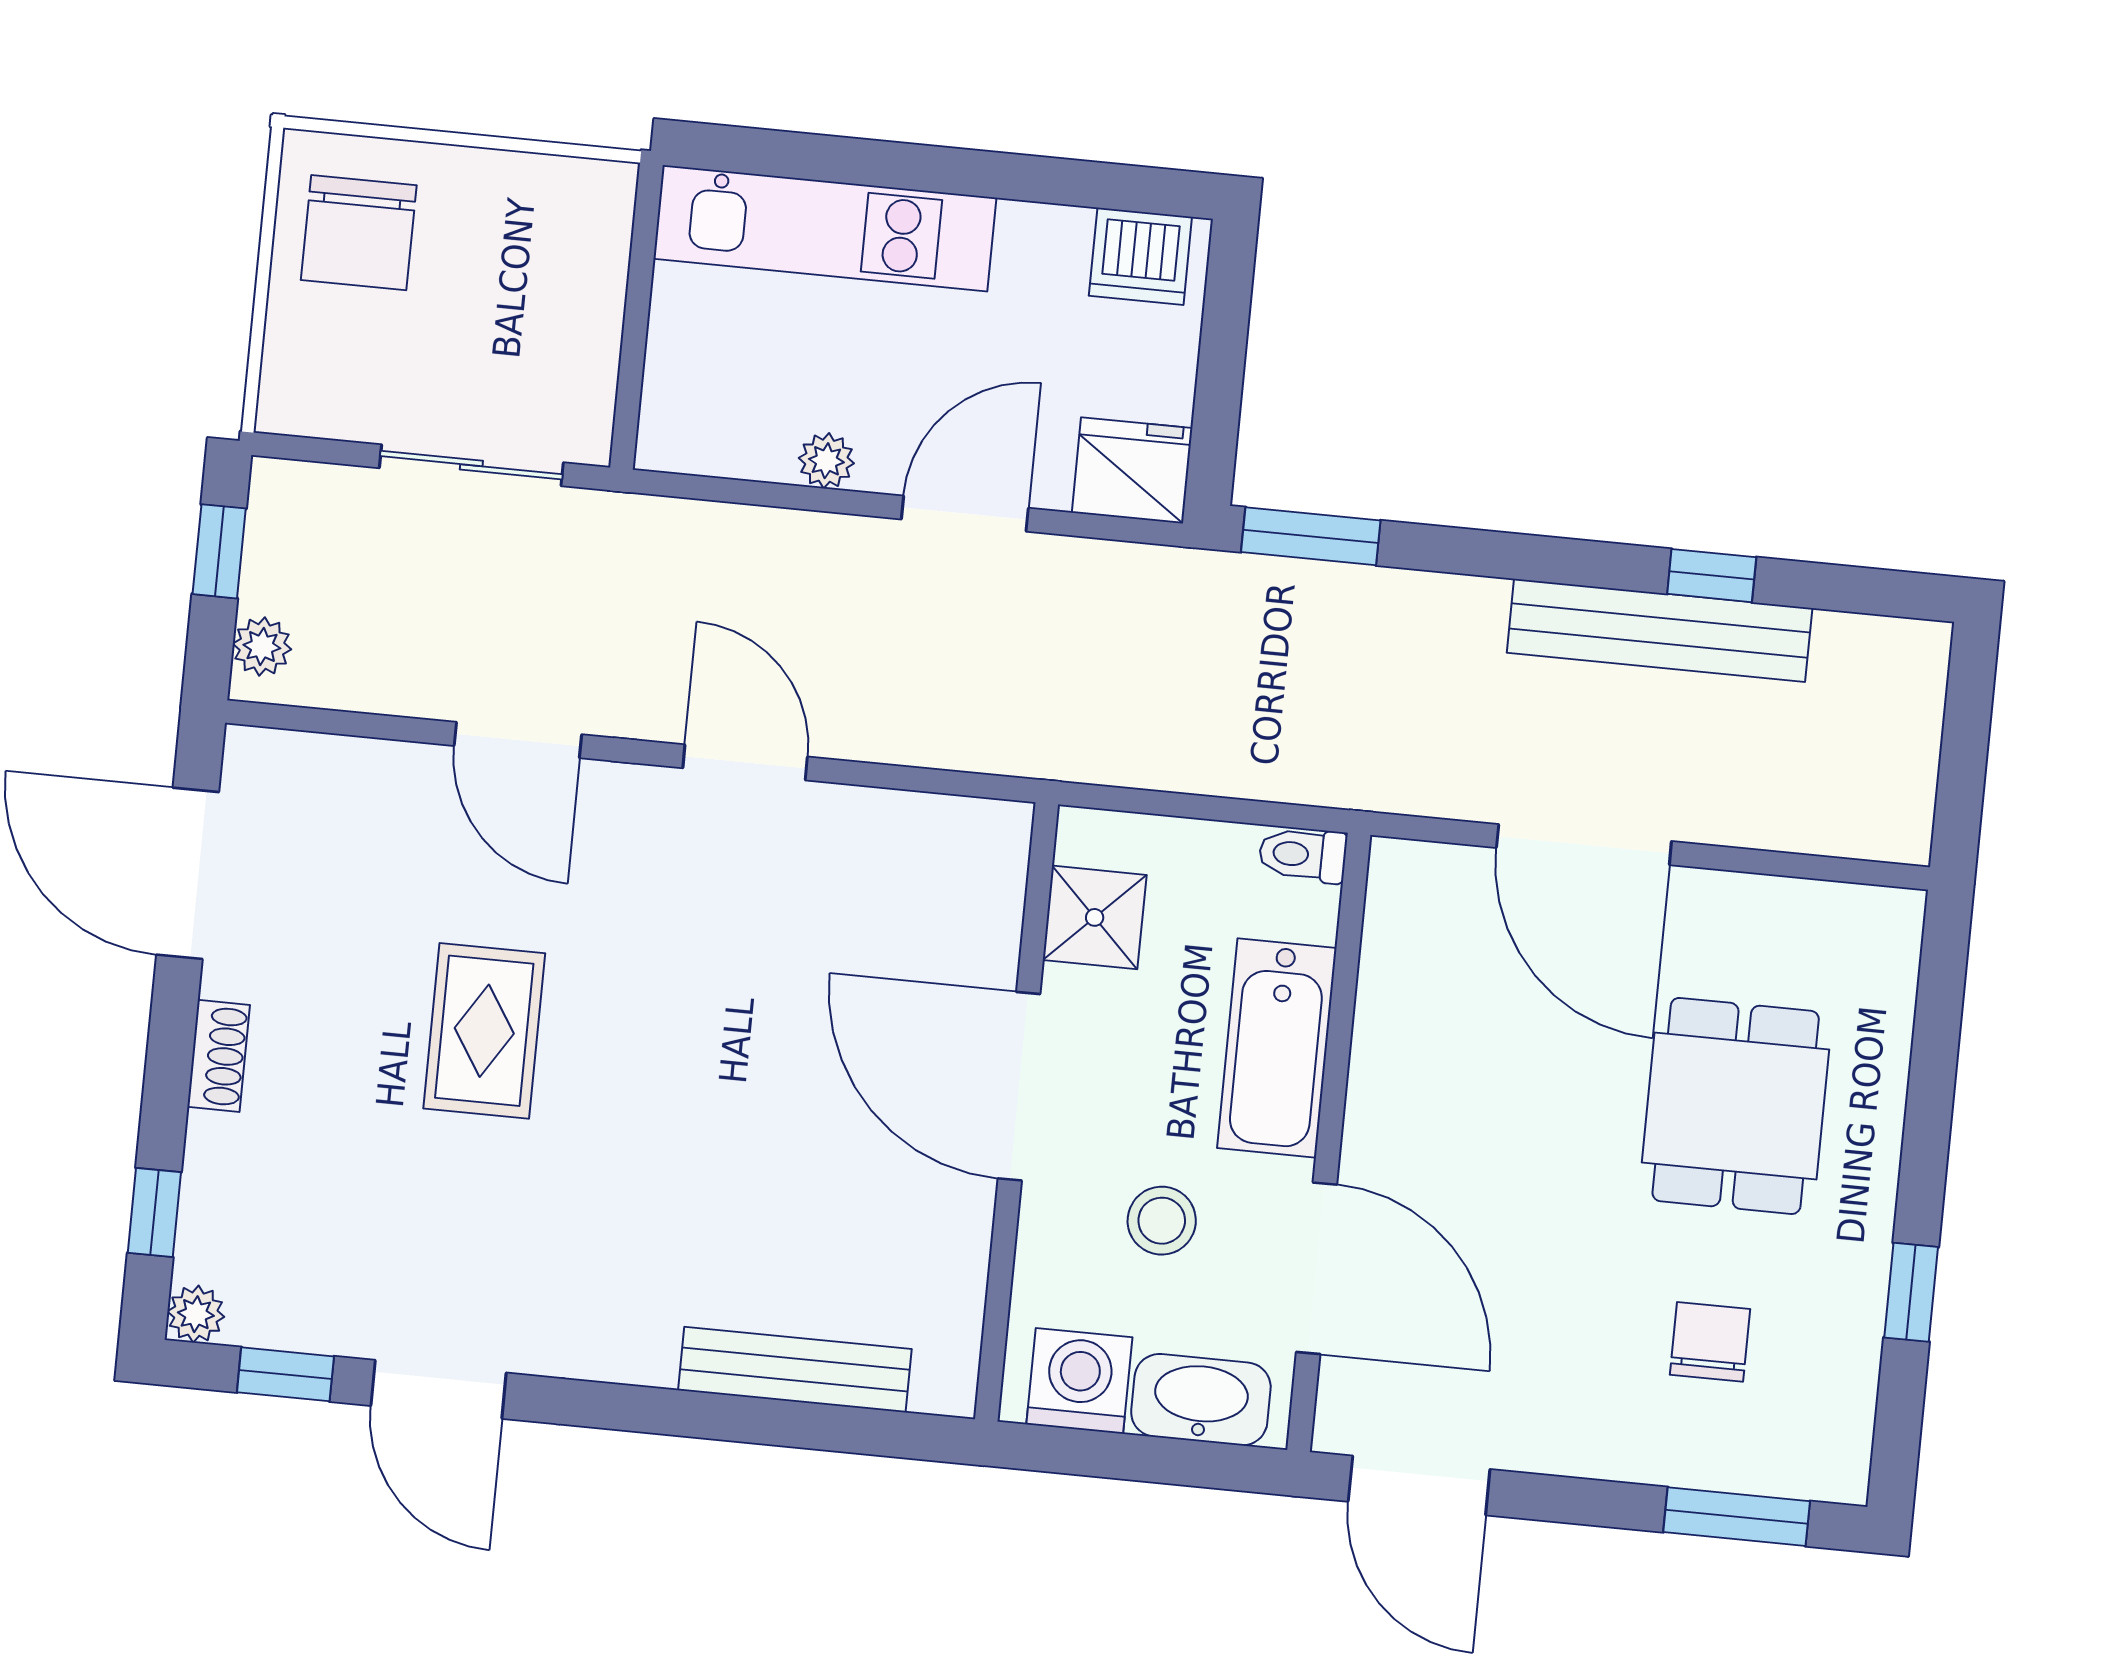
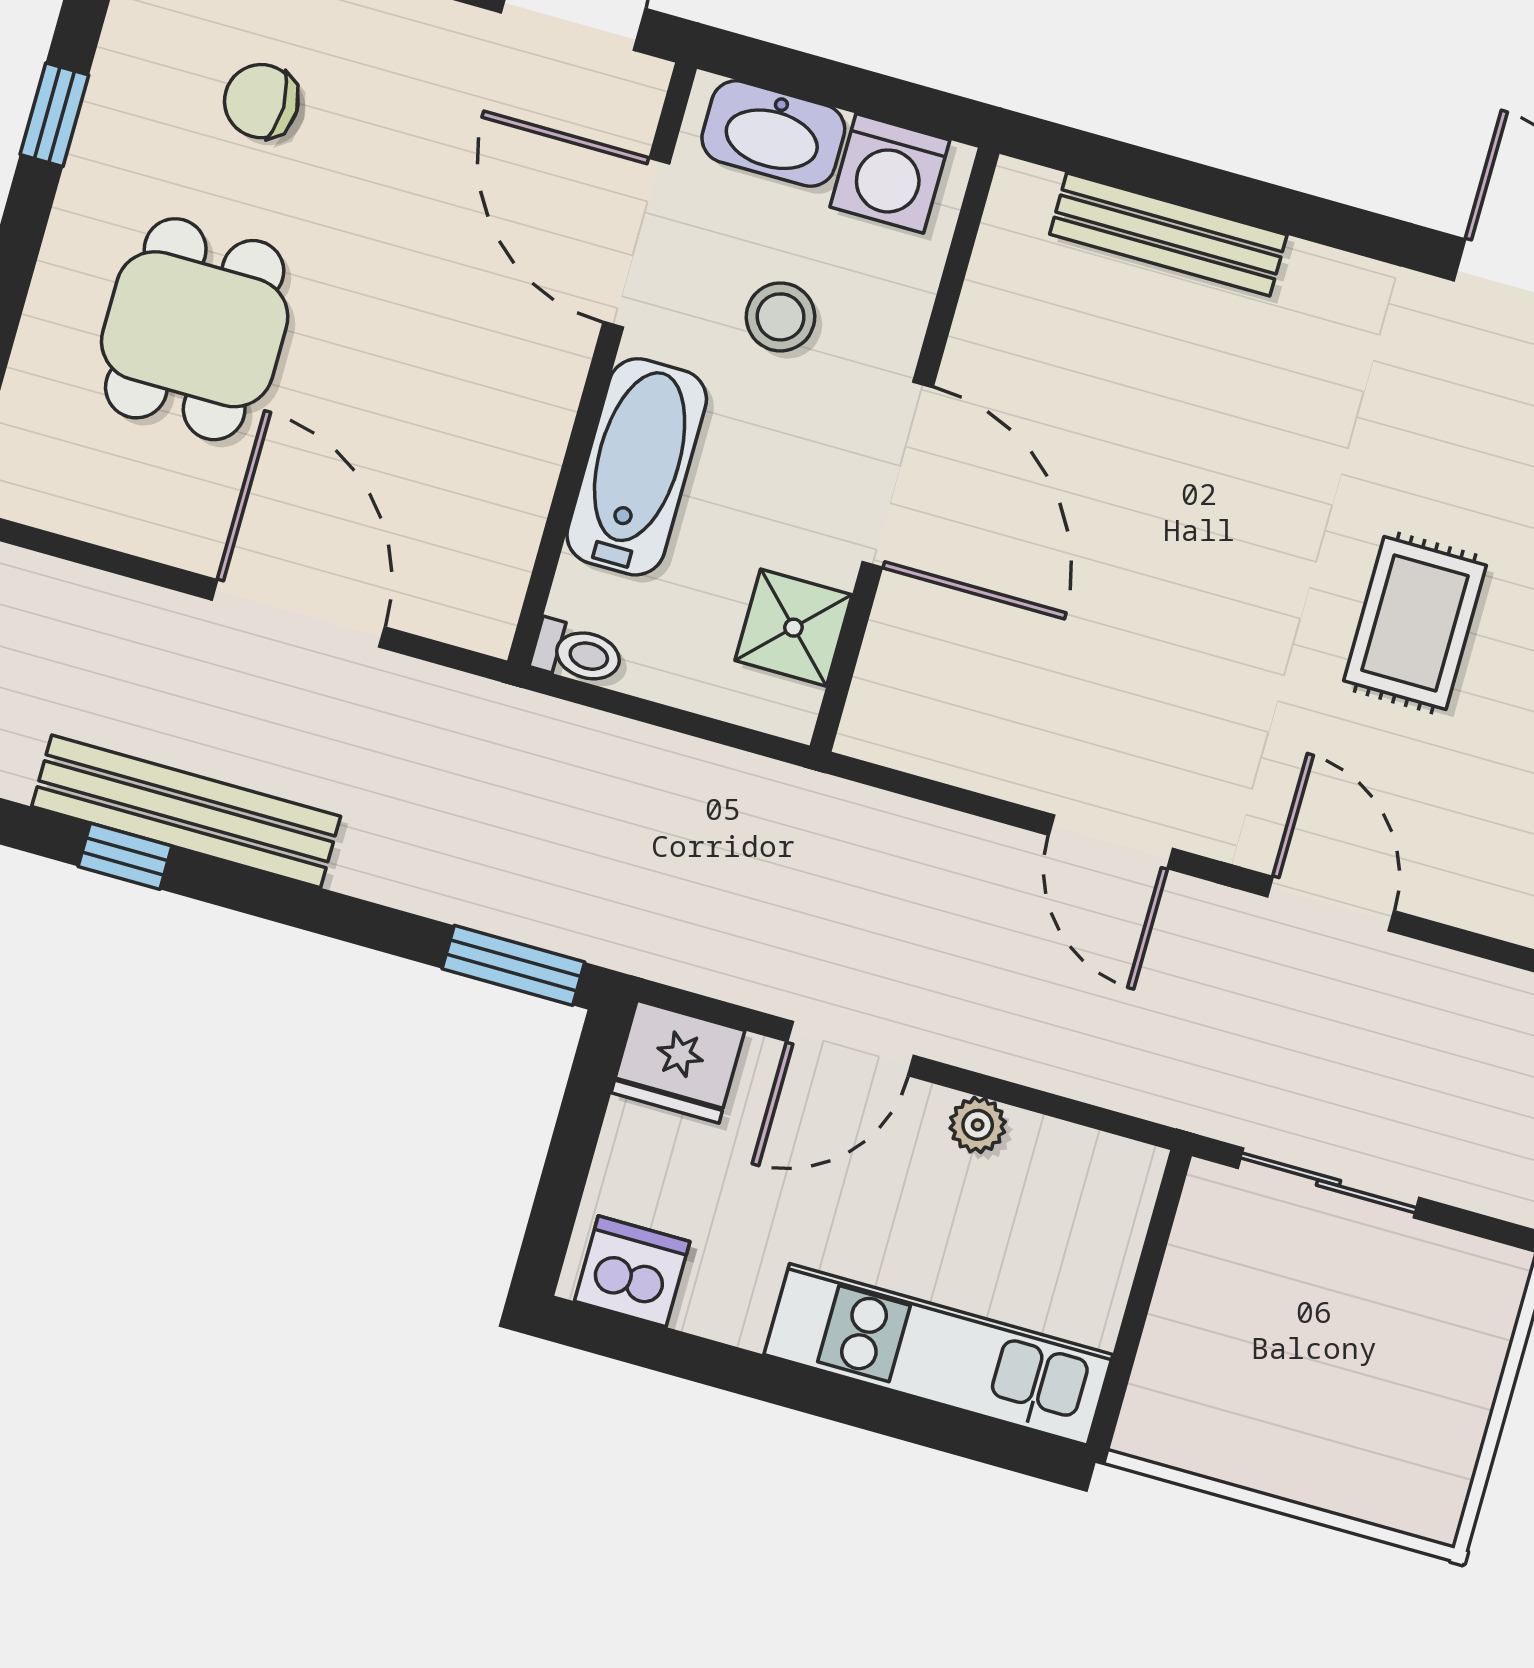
chair: (359, 233) -> (1399, 1432), removed
chair: (1710, 1342) -> (261, 101), turned 90

